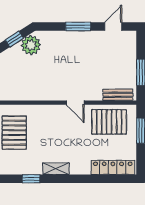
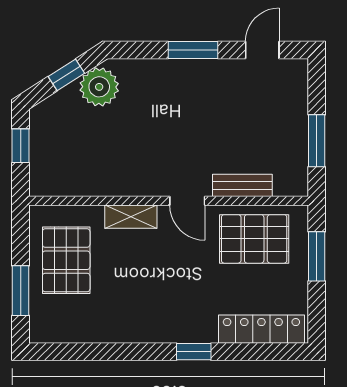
bench: (118, 95) -> (242, 185), moved
shelving: (56, 169) -> (131, 217), moved
window: (31, 179) -> (194, 352), moved

